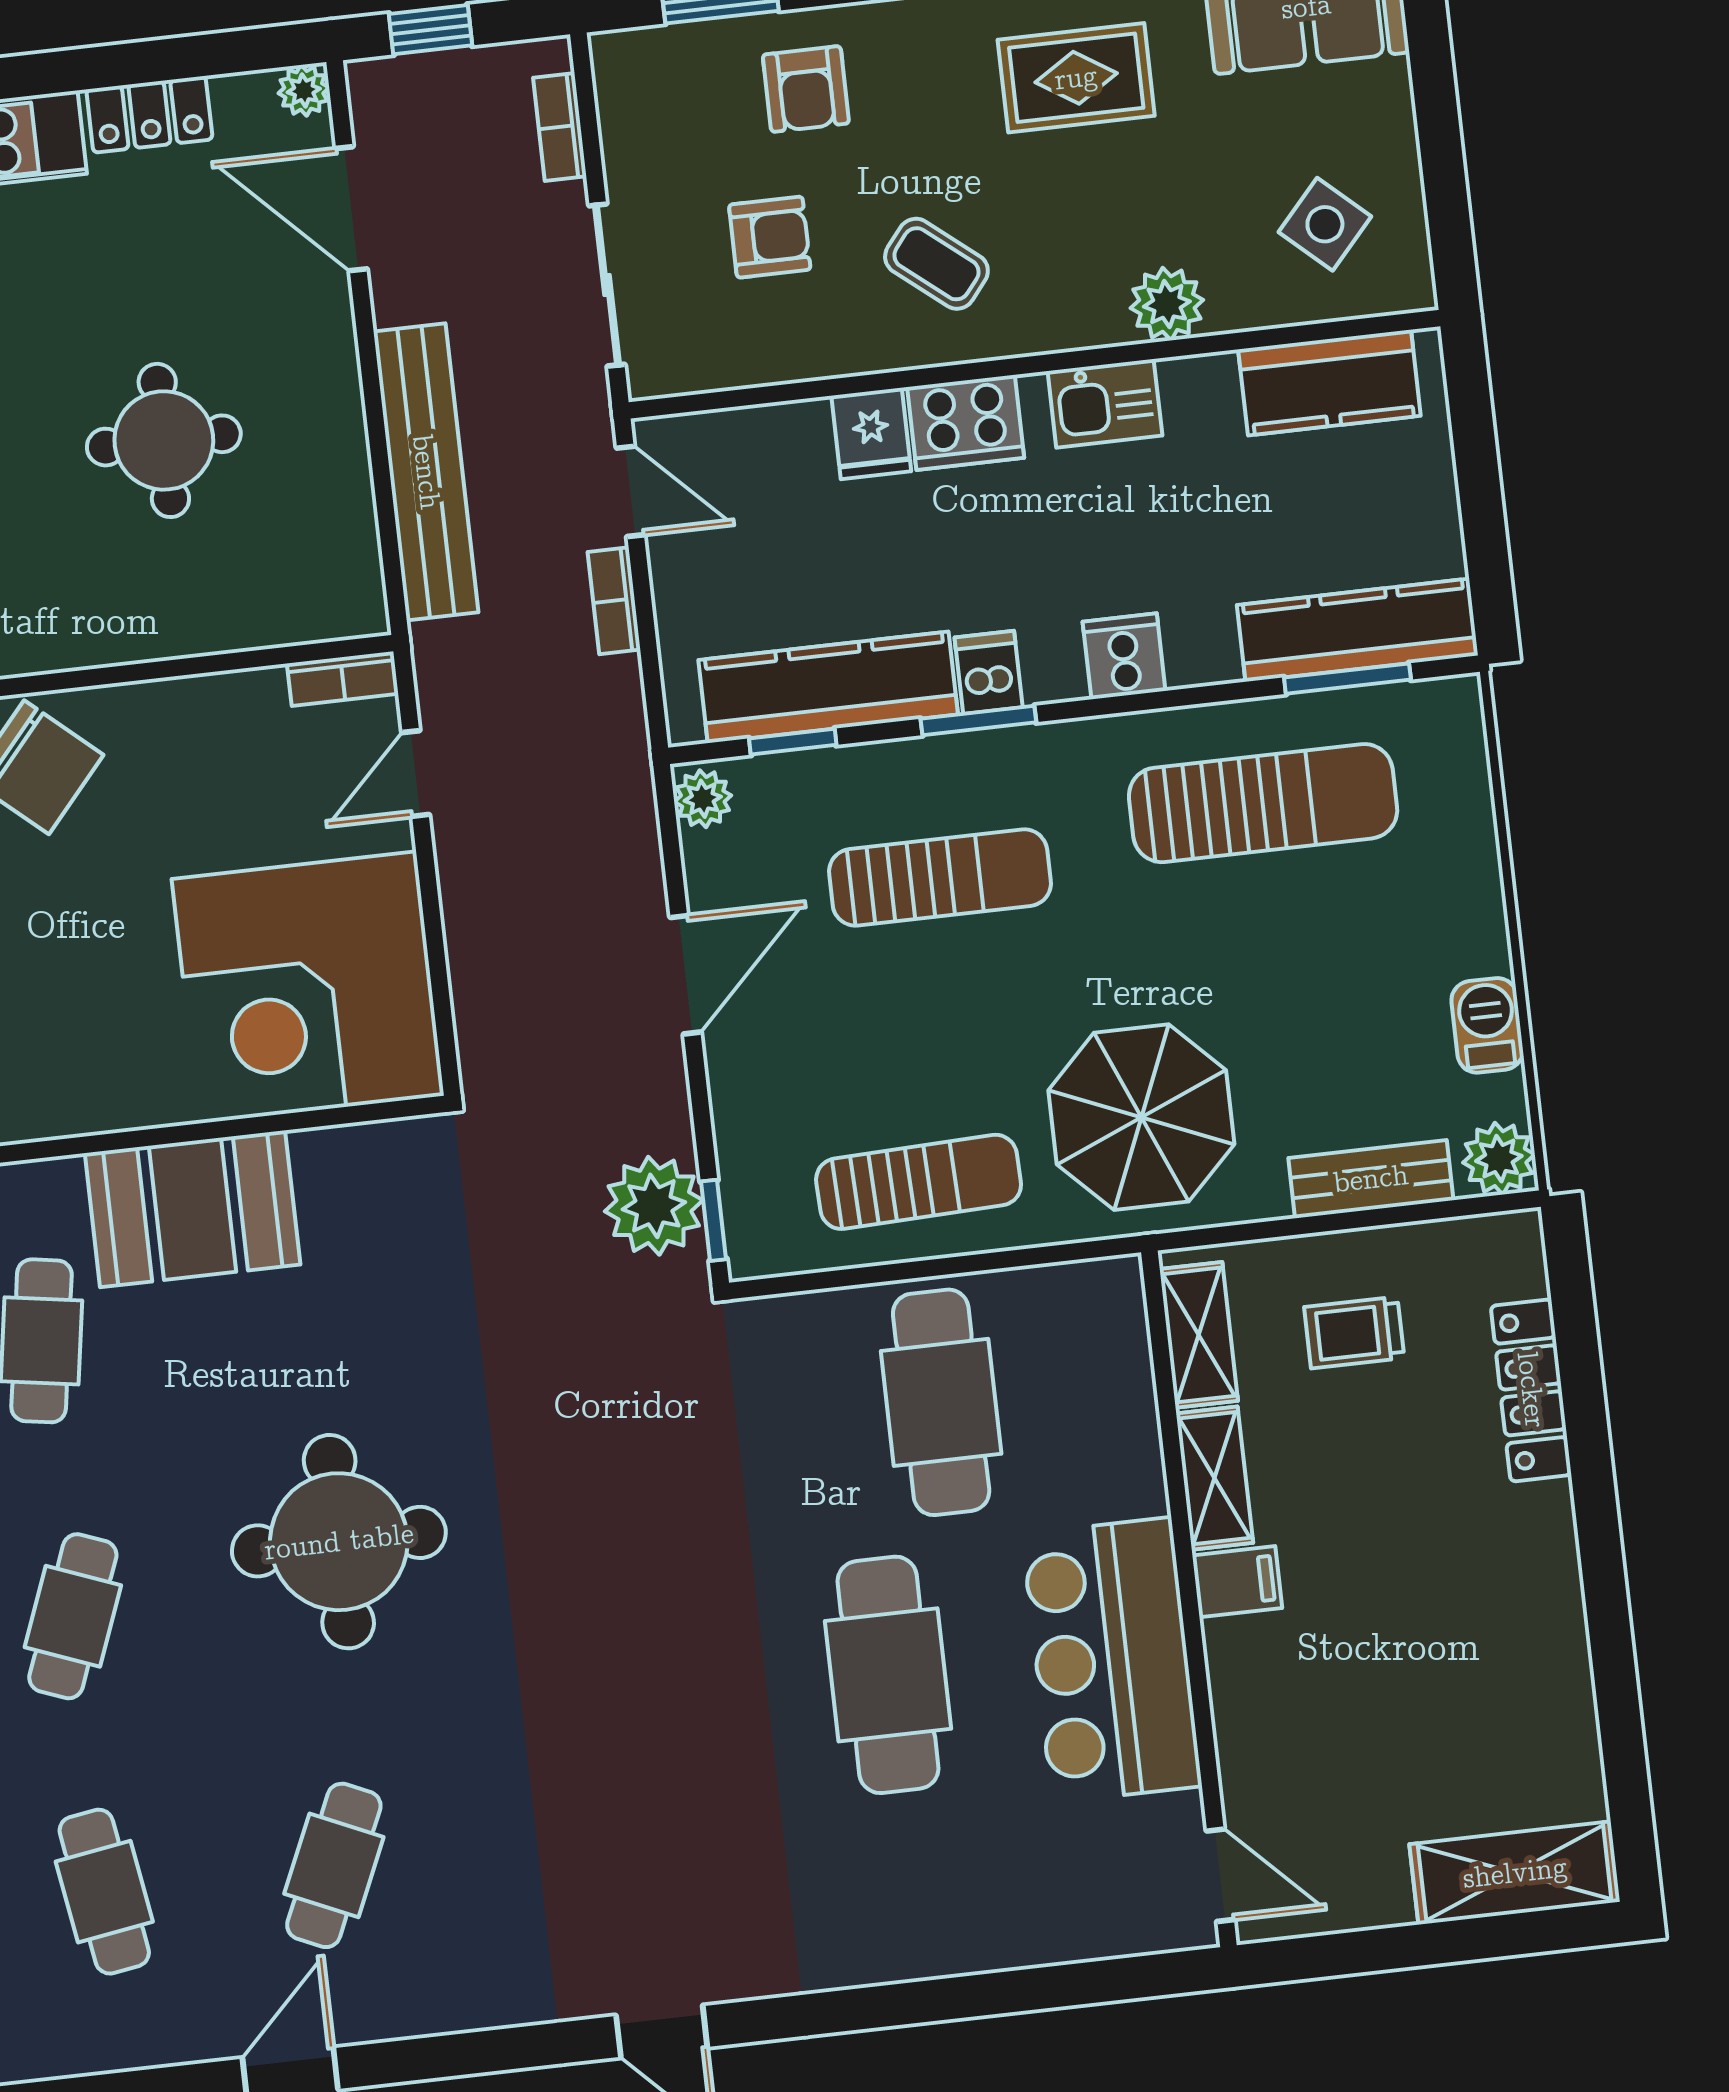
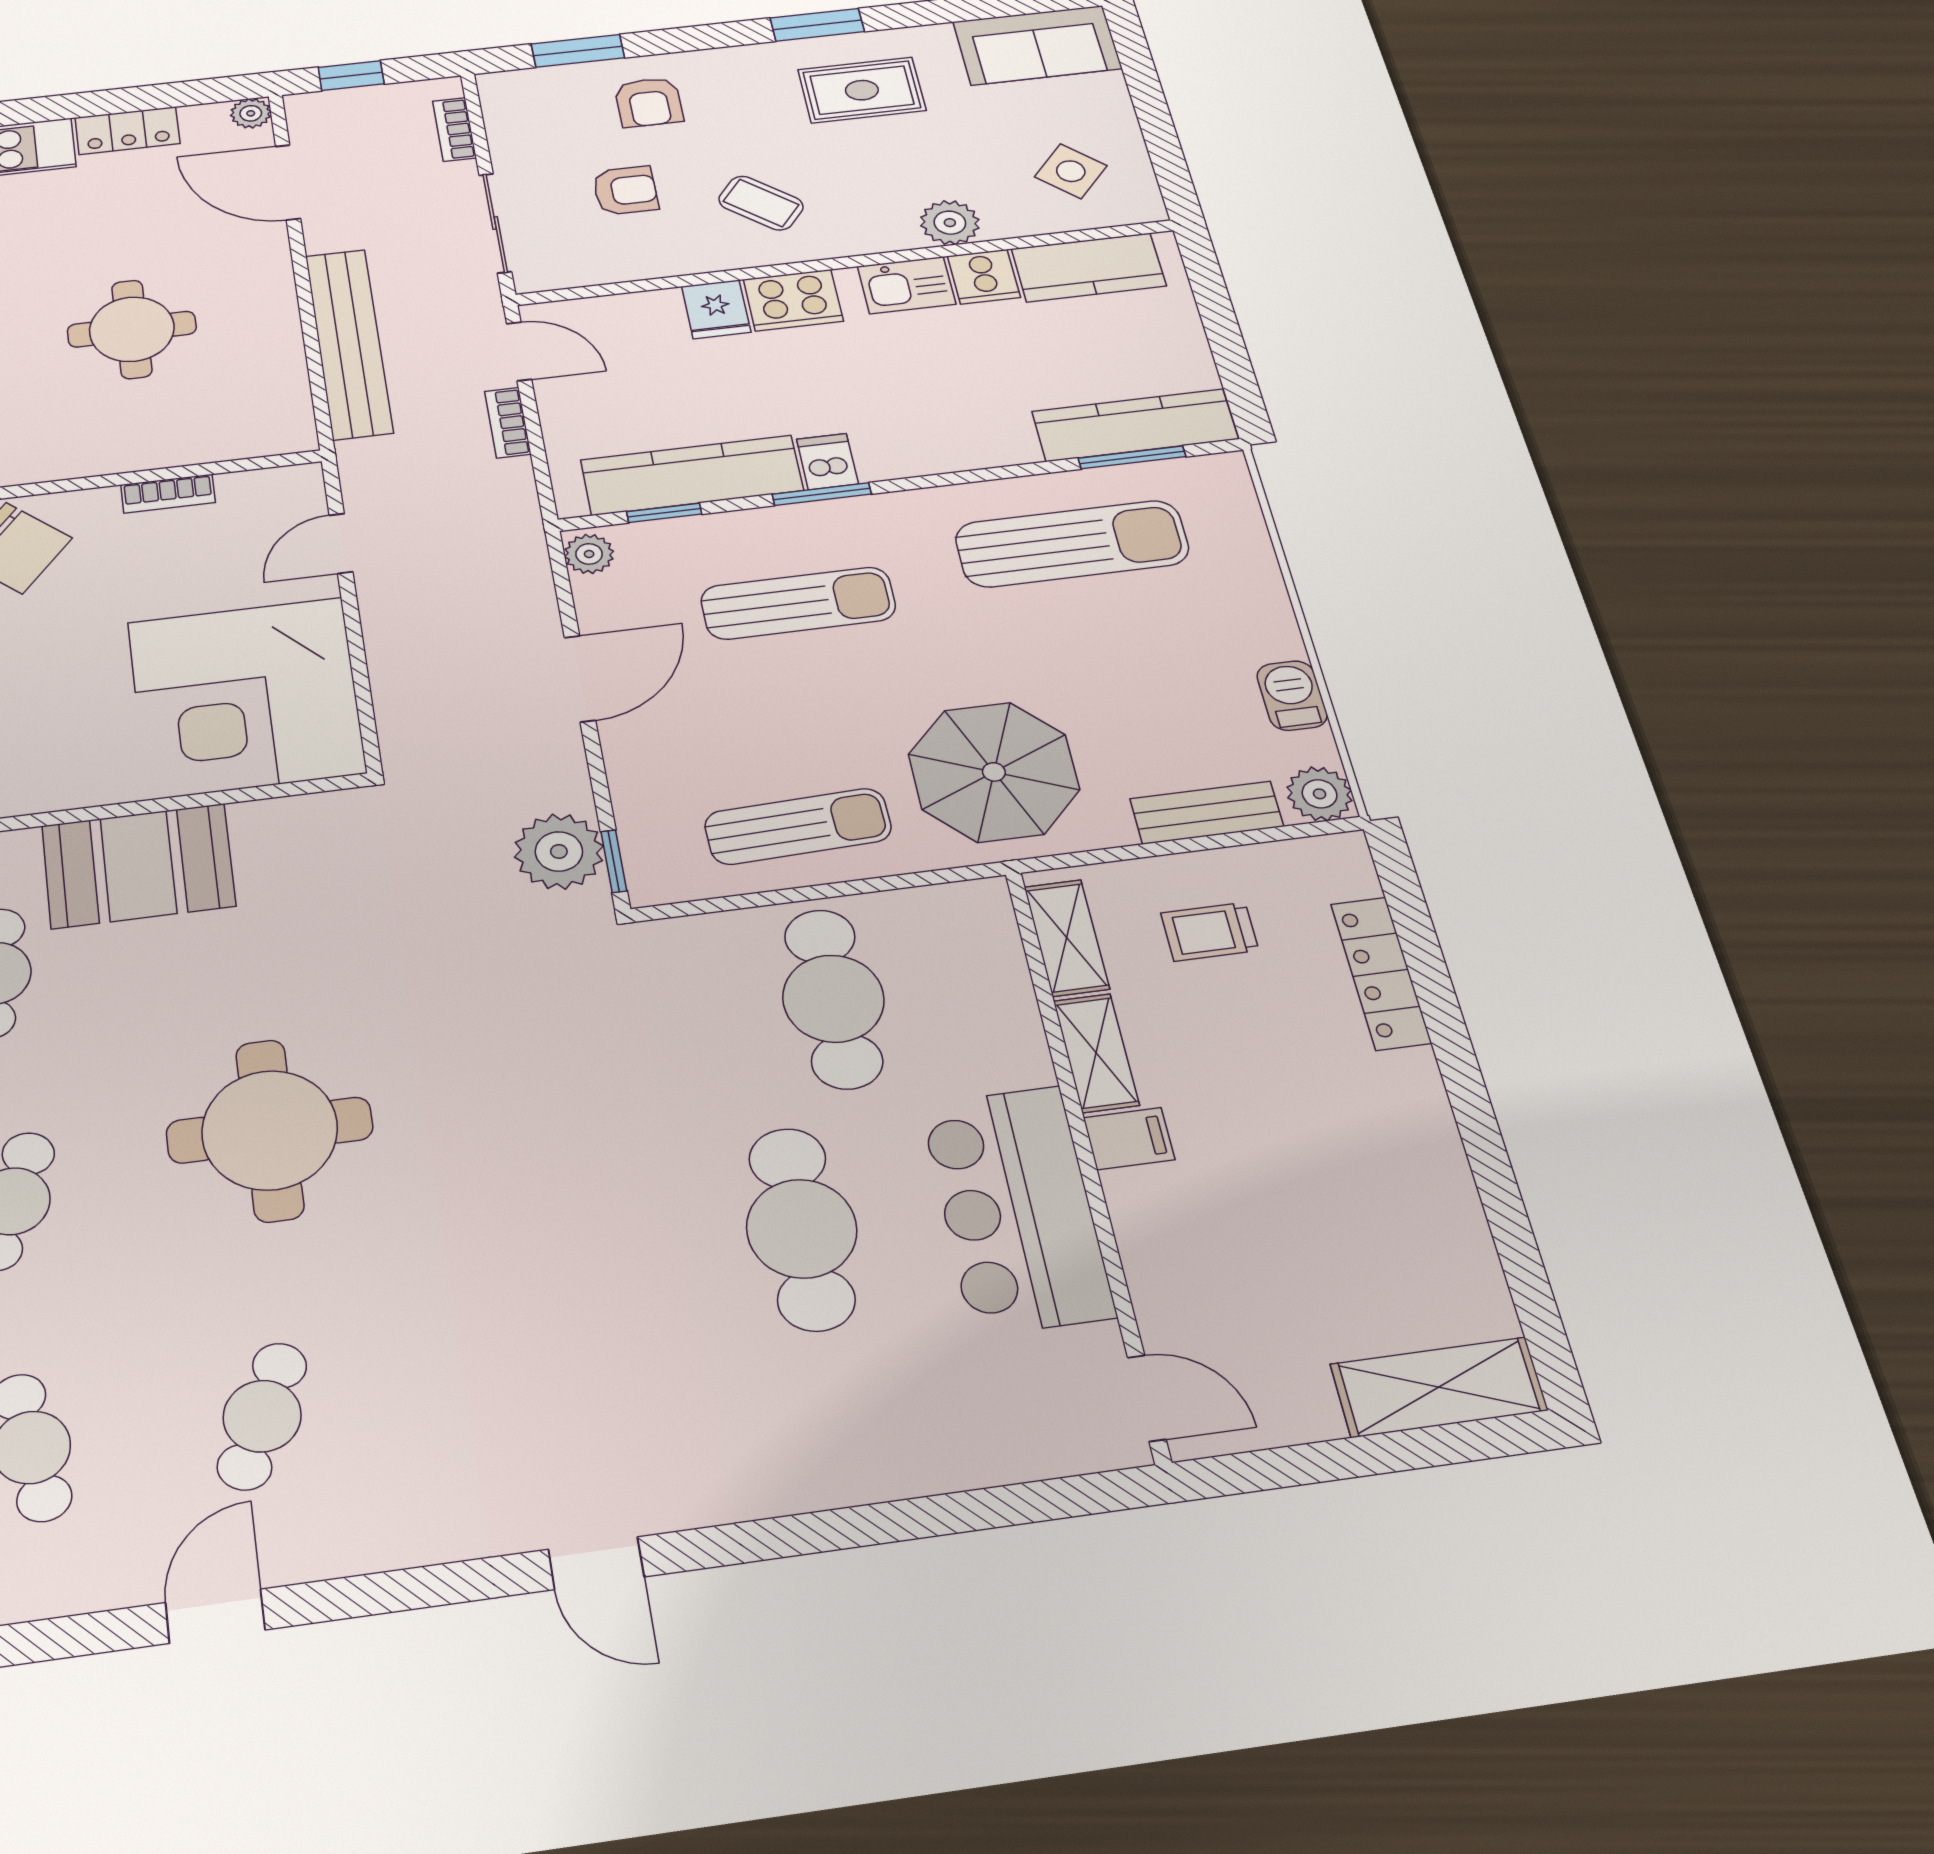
cooker: (1124, 656) -> (984, 277), moved, turned 180
bookcase: (343, 679) -> (168, 494), moved

